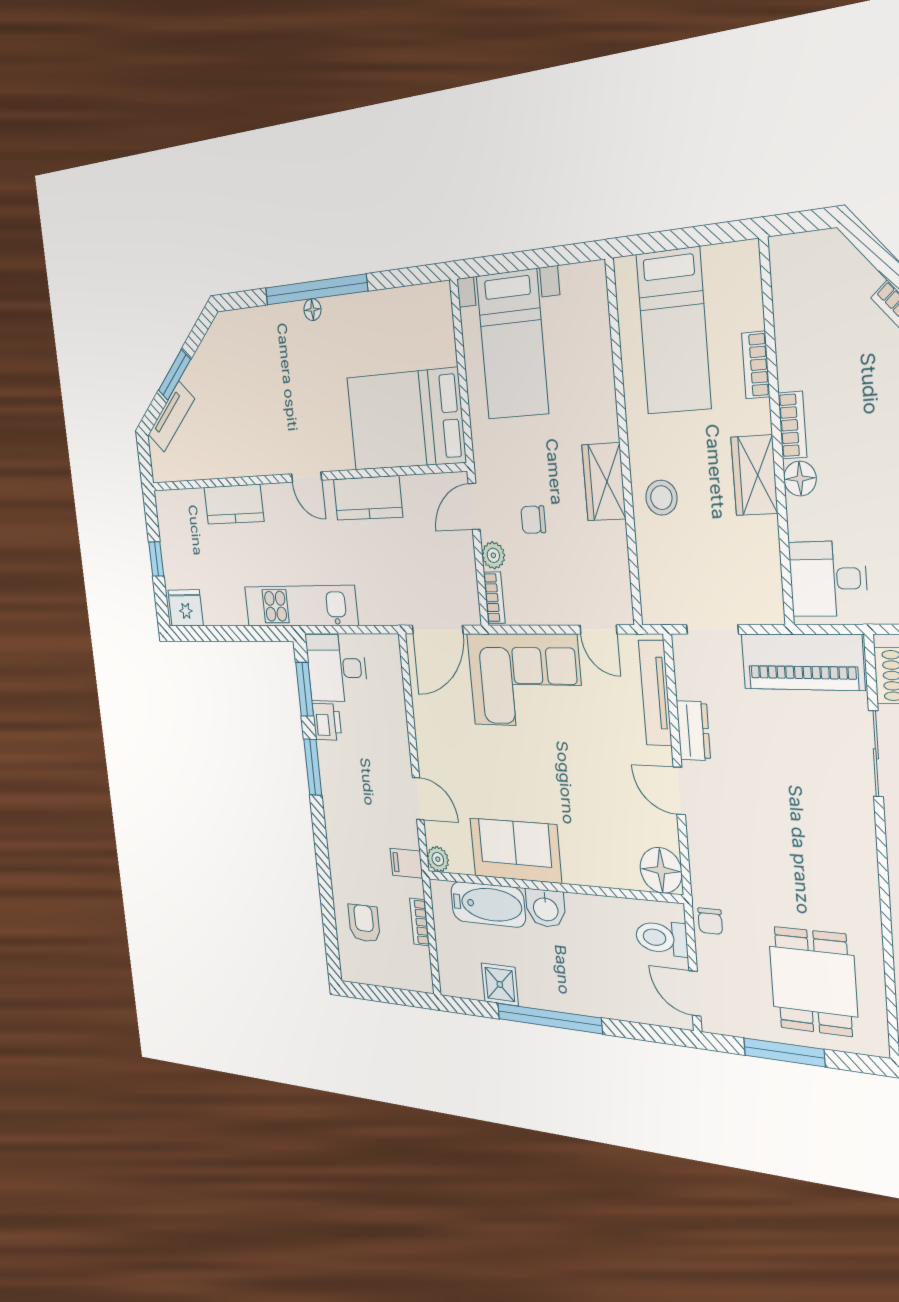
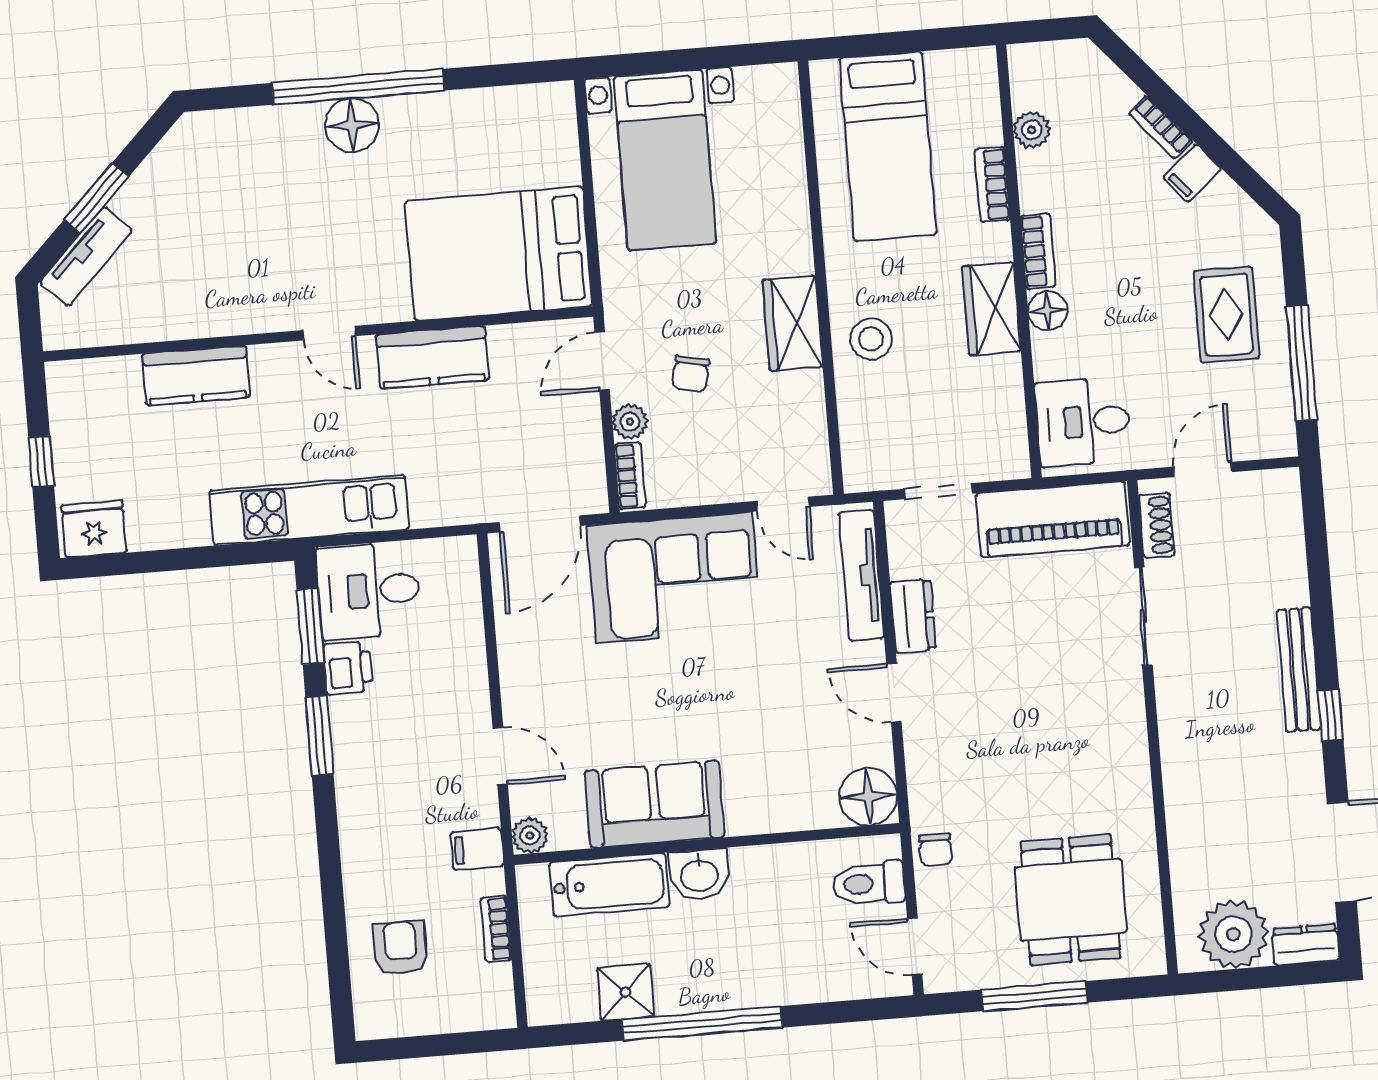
floor lamp: (312, 310) -> (352, 125), width x1.89, depth x1.89
plant: (788, 315) -> (1032, 130), added
chair: (533, 520) -> (691, 374), turned -78

